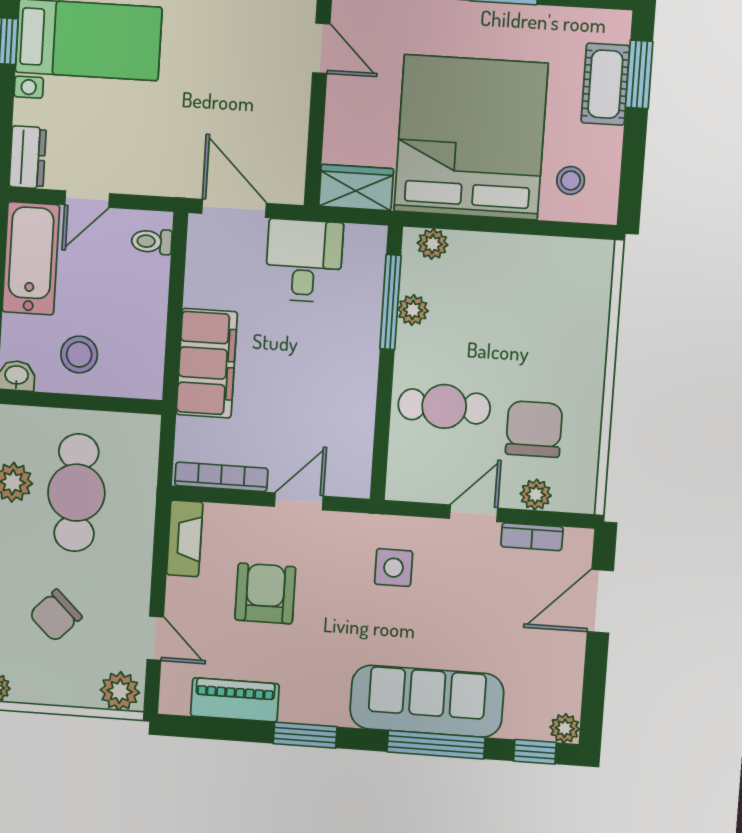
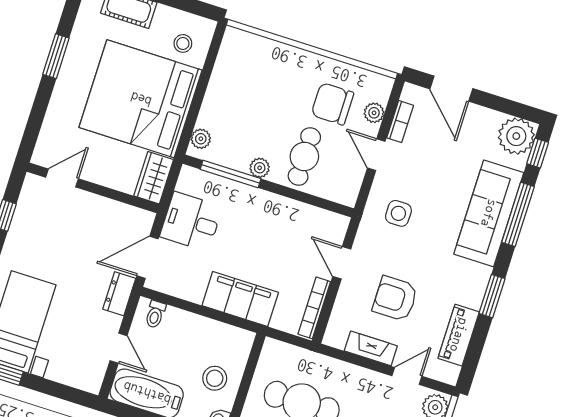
dresser: (28, 157) -> (119, 294), moved, turned -90
plant: (413, 310) -> (260, 168), moved
fireplace: (185, 538) -> (371, 348), moved
plant: (565, 728) -> (516, 136), width x1.88, depth x1.88

